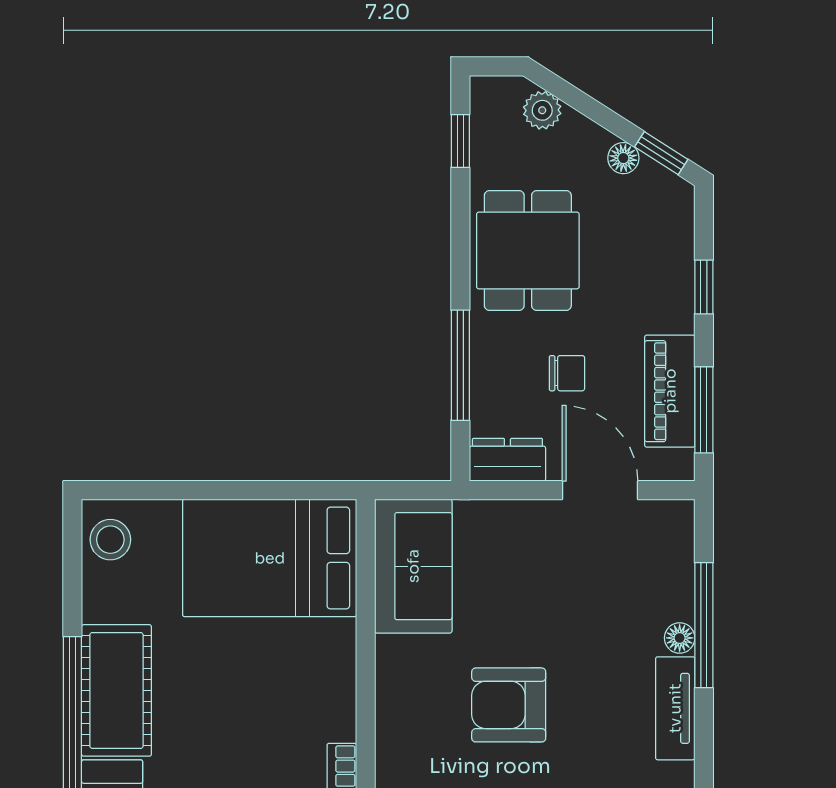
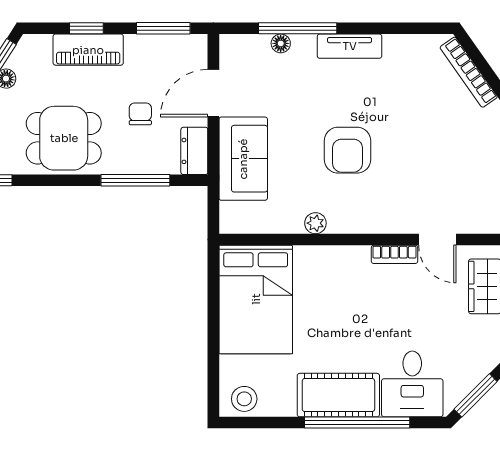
piano: (670, 391) -> (88, 50), moved
sofa: (413, 566) -> (243, 159), moved, turned 90
floor lamp: (680, 638) -> (281, 43), moved
plant: (392, 654) -> (315, 223), added

